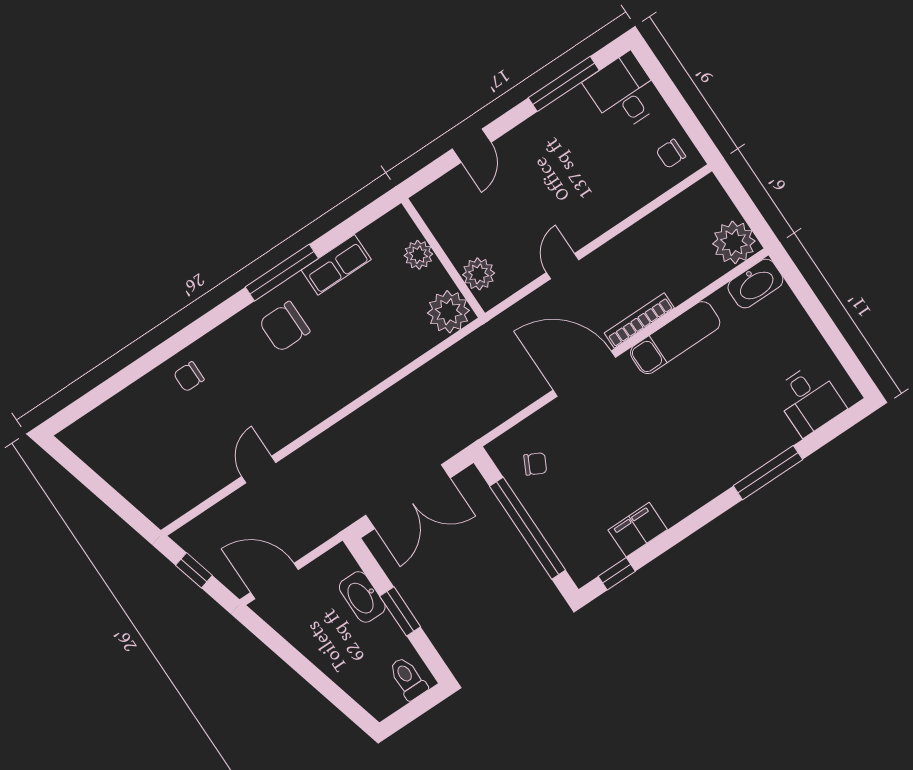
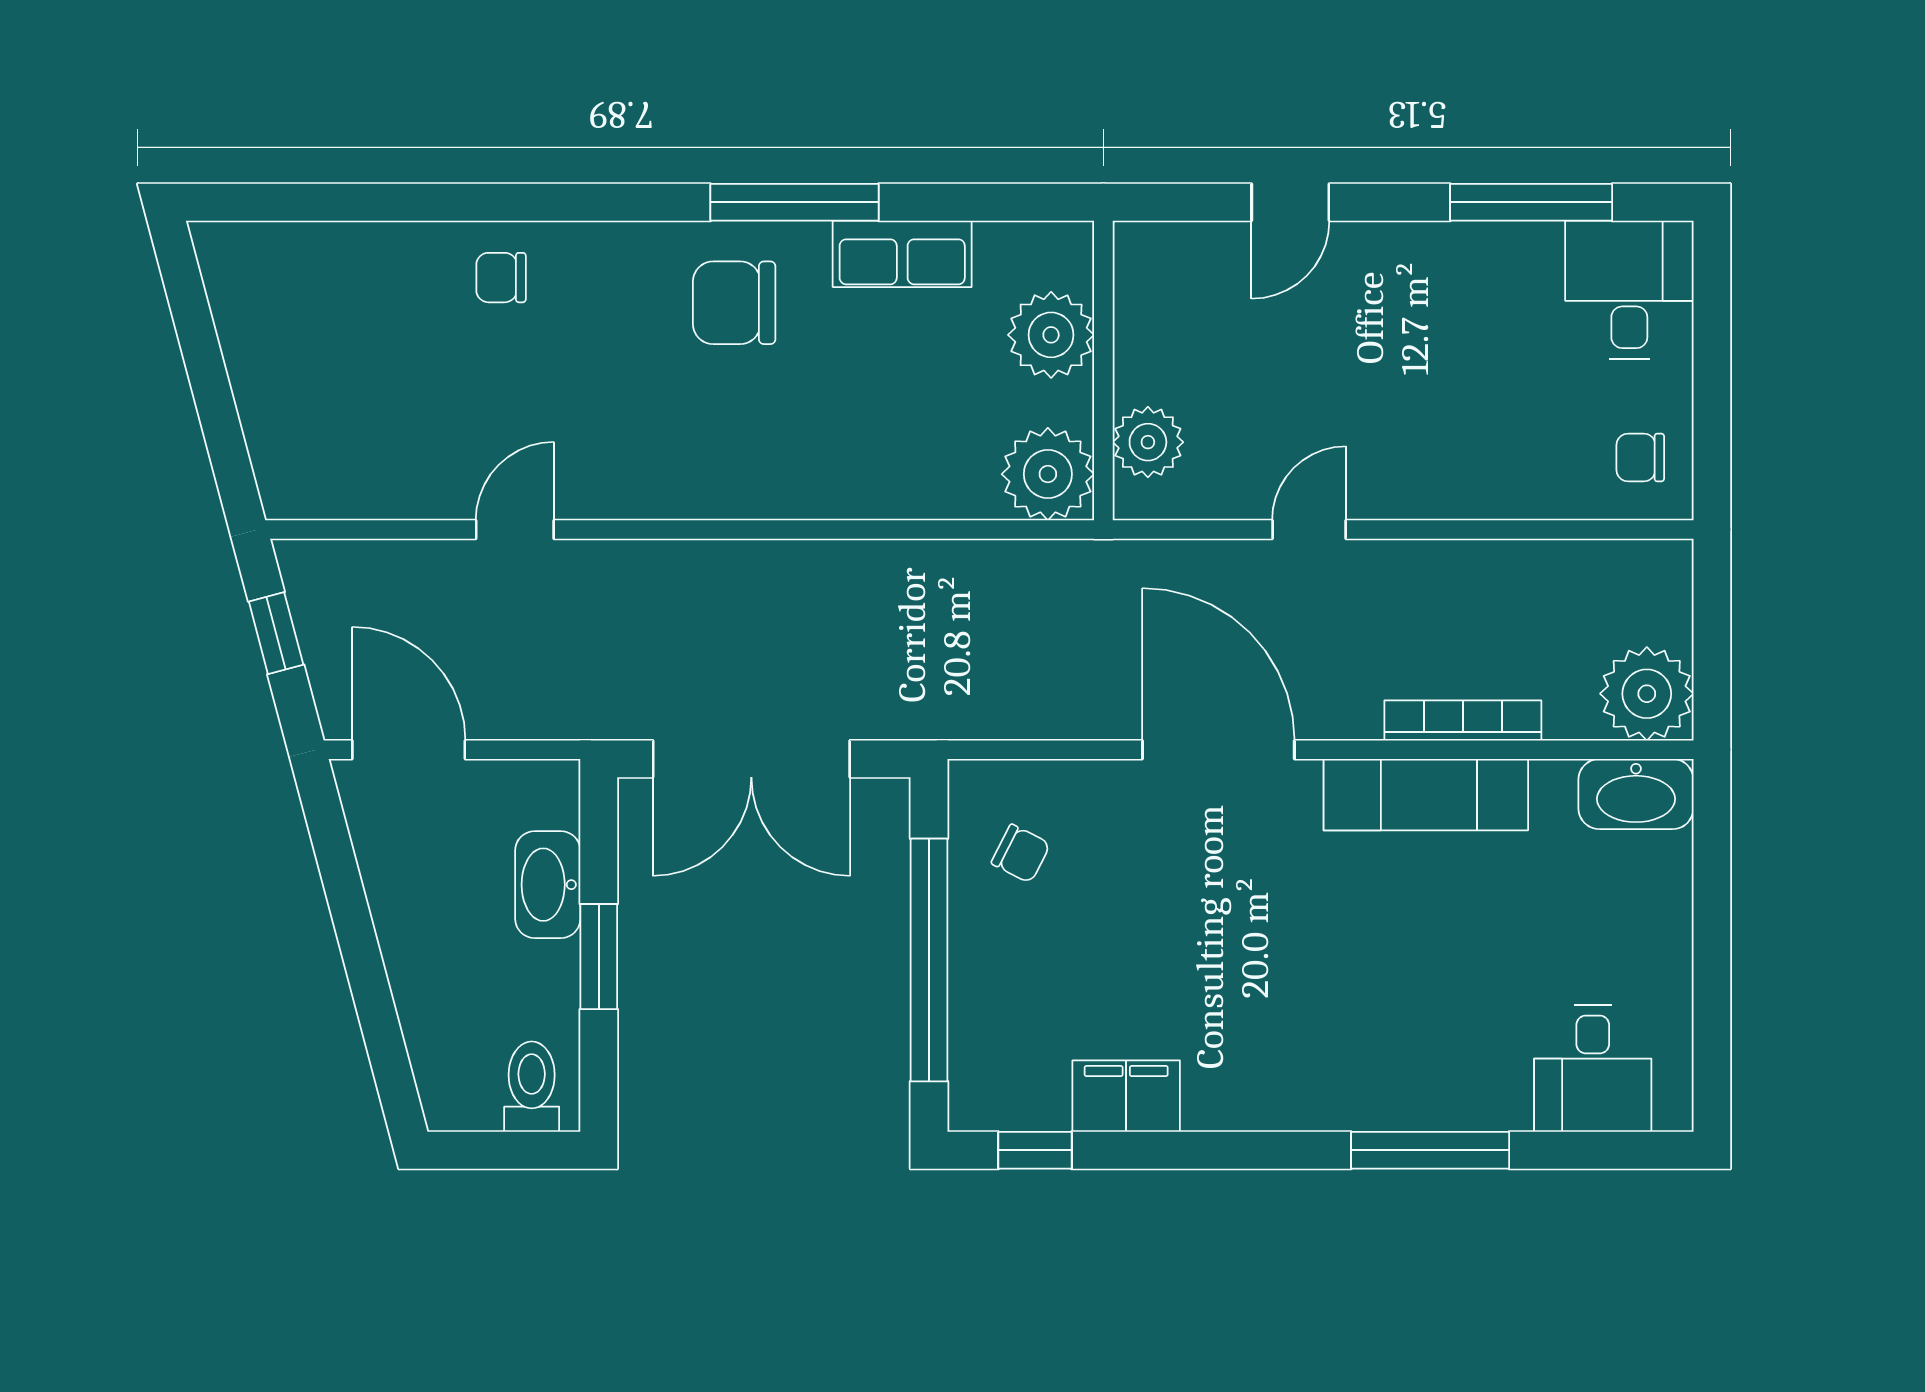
plant: (418, 255) -> (1051, 335), width x1.36, depth x1.36
bookcase: (639, 321) -> (1463, 720), moved

